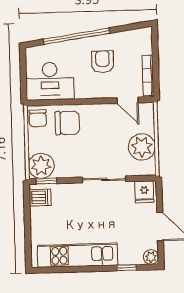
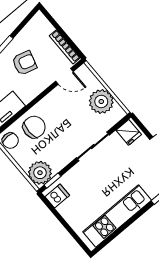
armchair: (103, 62) -> (24, 63), turned 106

